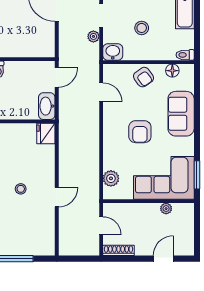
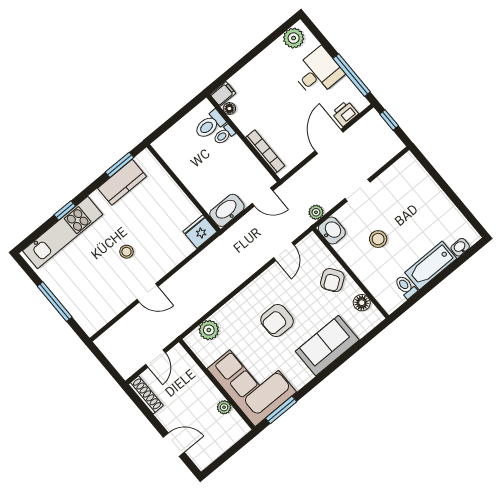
plant: (93, 36) -> (316, 212), moved
bookcase: (30, 53) -> (265, 152), added
toilet: (185, 55) -> (406, 287), moved

